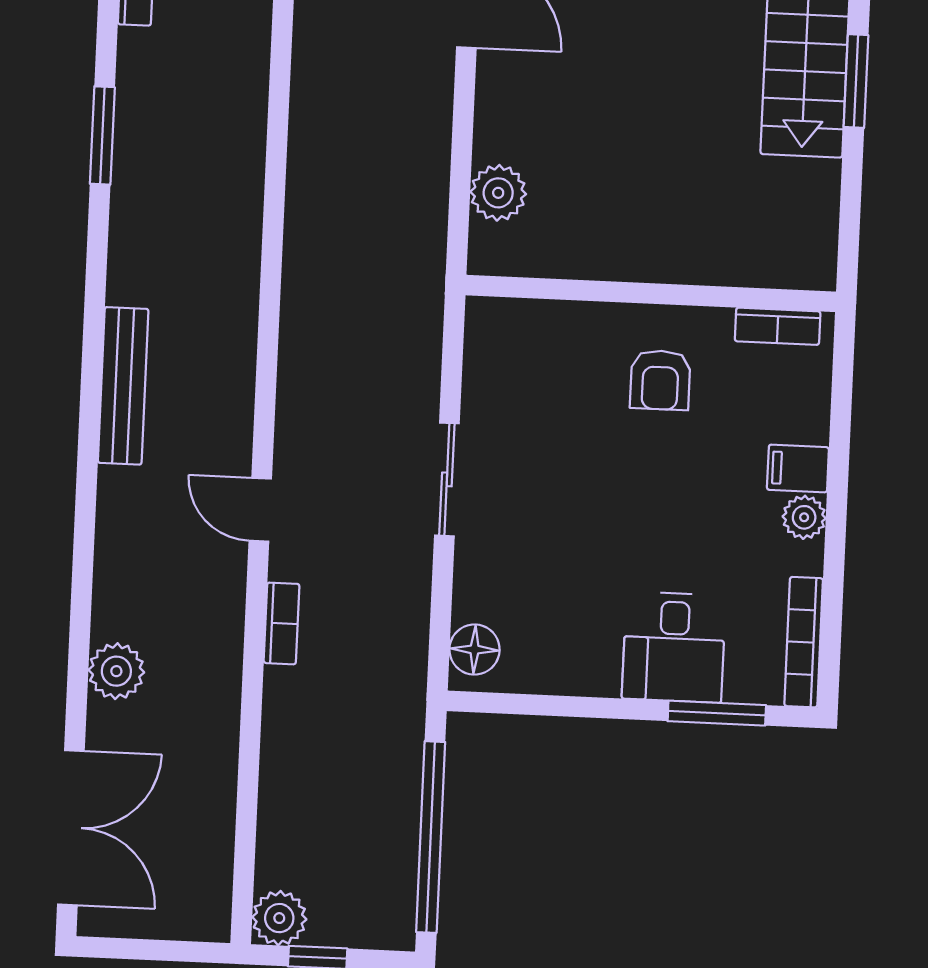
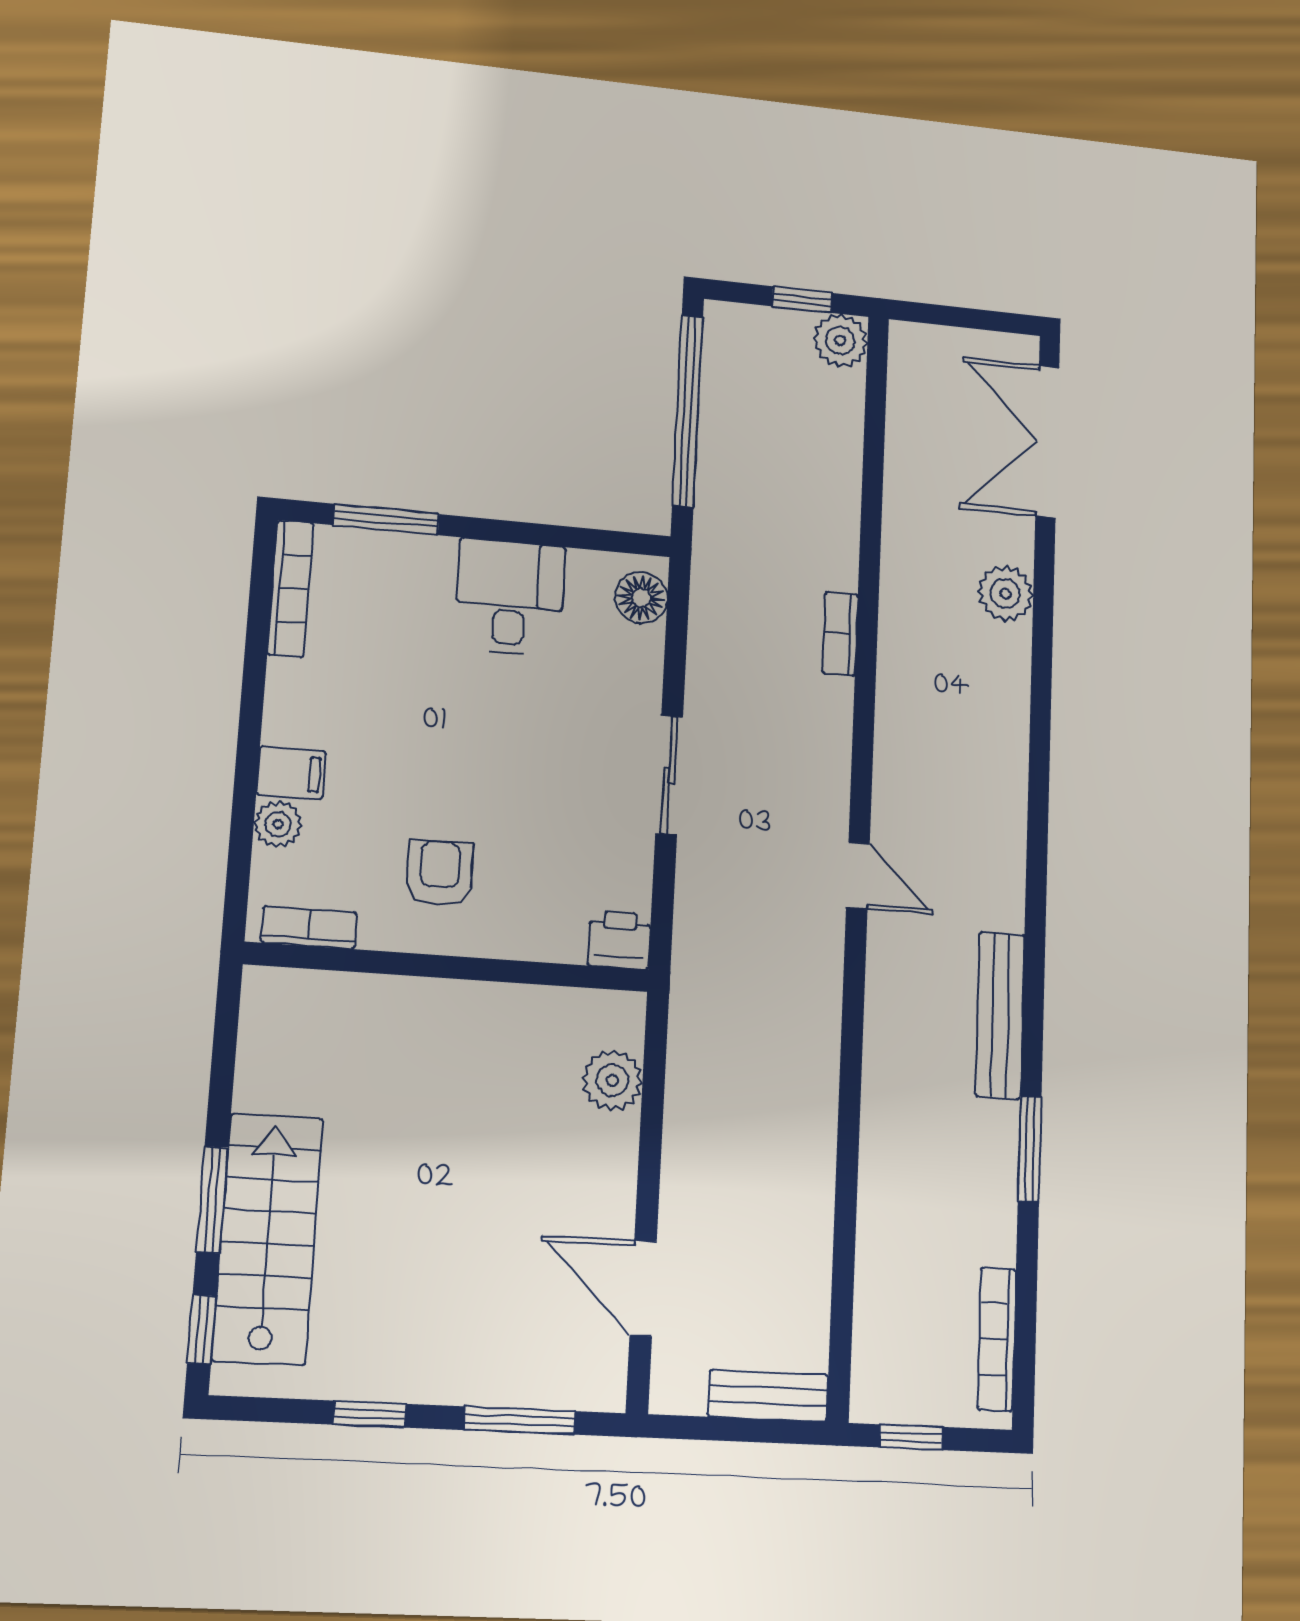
printer: (493, 322) -> (619, 940), added
bench: (123, 386) -> (1000, 1015), moved
door: (260, 510) -> (858, 876), moved
plant: (804, 517) -> (278, 824), moved
desk: (674, 647) -> (510, 597), moved

